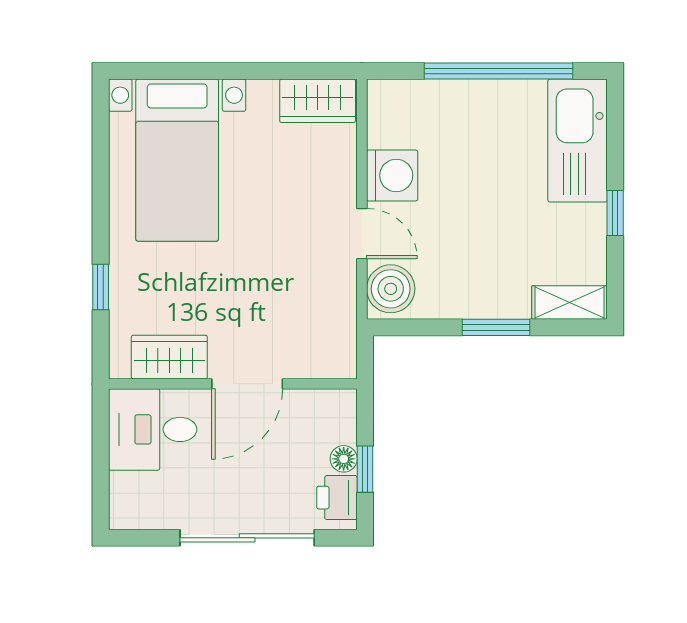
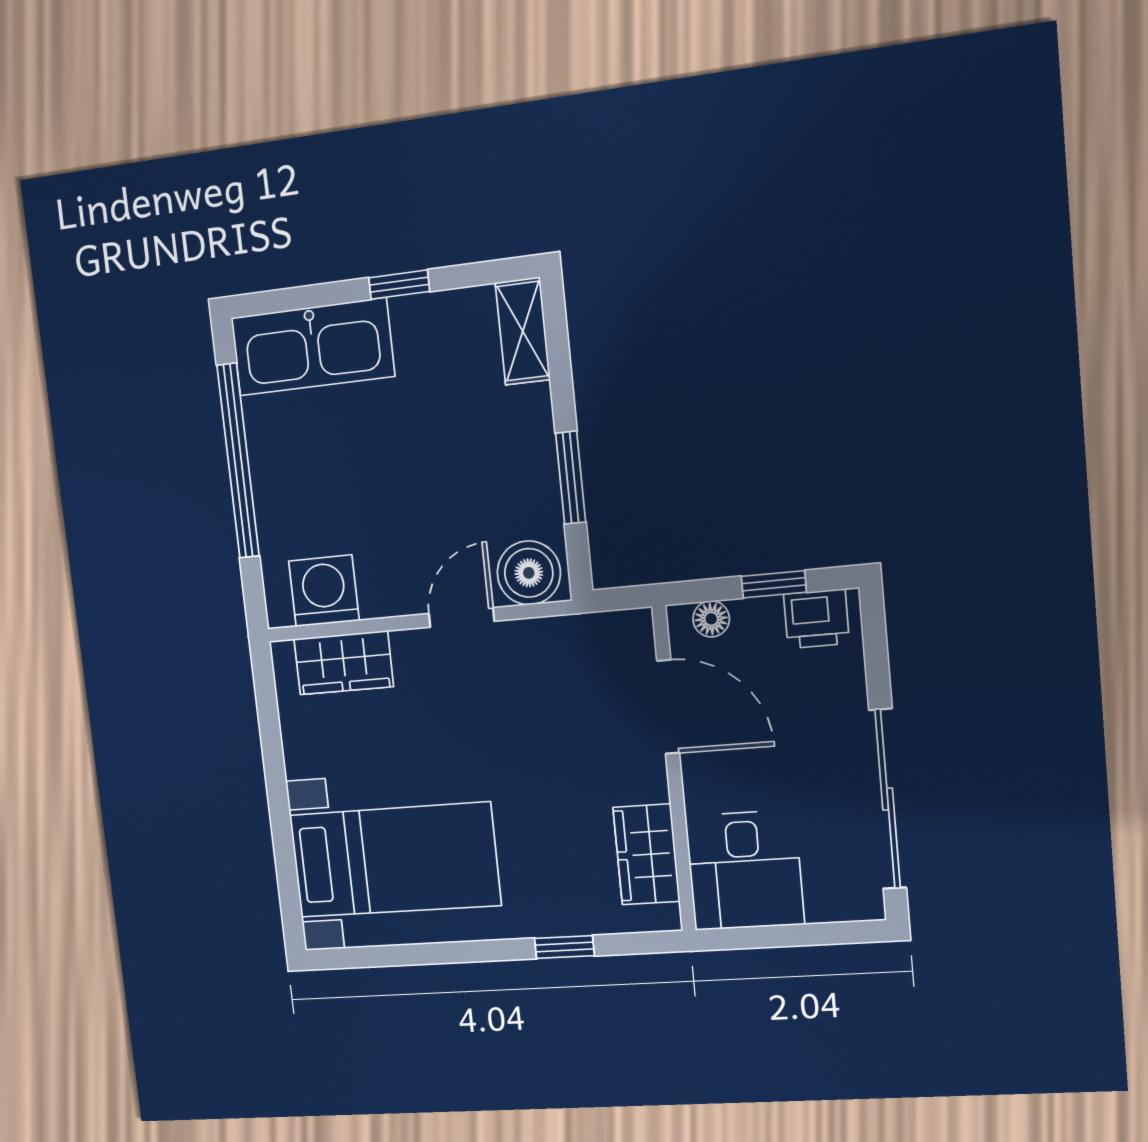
wardrobe: (318, 101) -> (344, 663), moved, turned 90
washing machine: (392, 175) -> (324, 591), moved
window: (496, 327) -> (571, 478), moved
door: (247, 384) -> (668, 707), moved
floor lamp: (344, 459) -> (711, 619), moved
sliding door: (247, 538) -> (888, 799), moved

